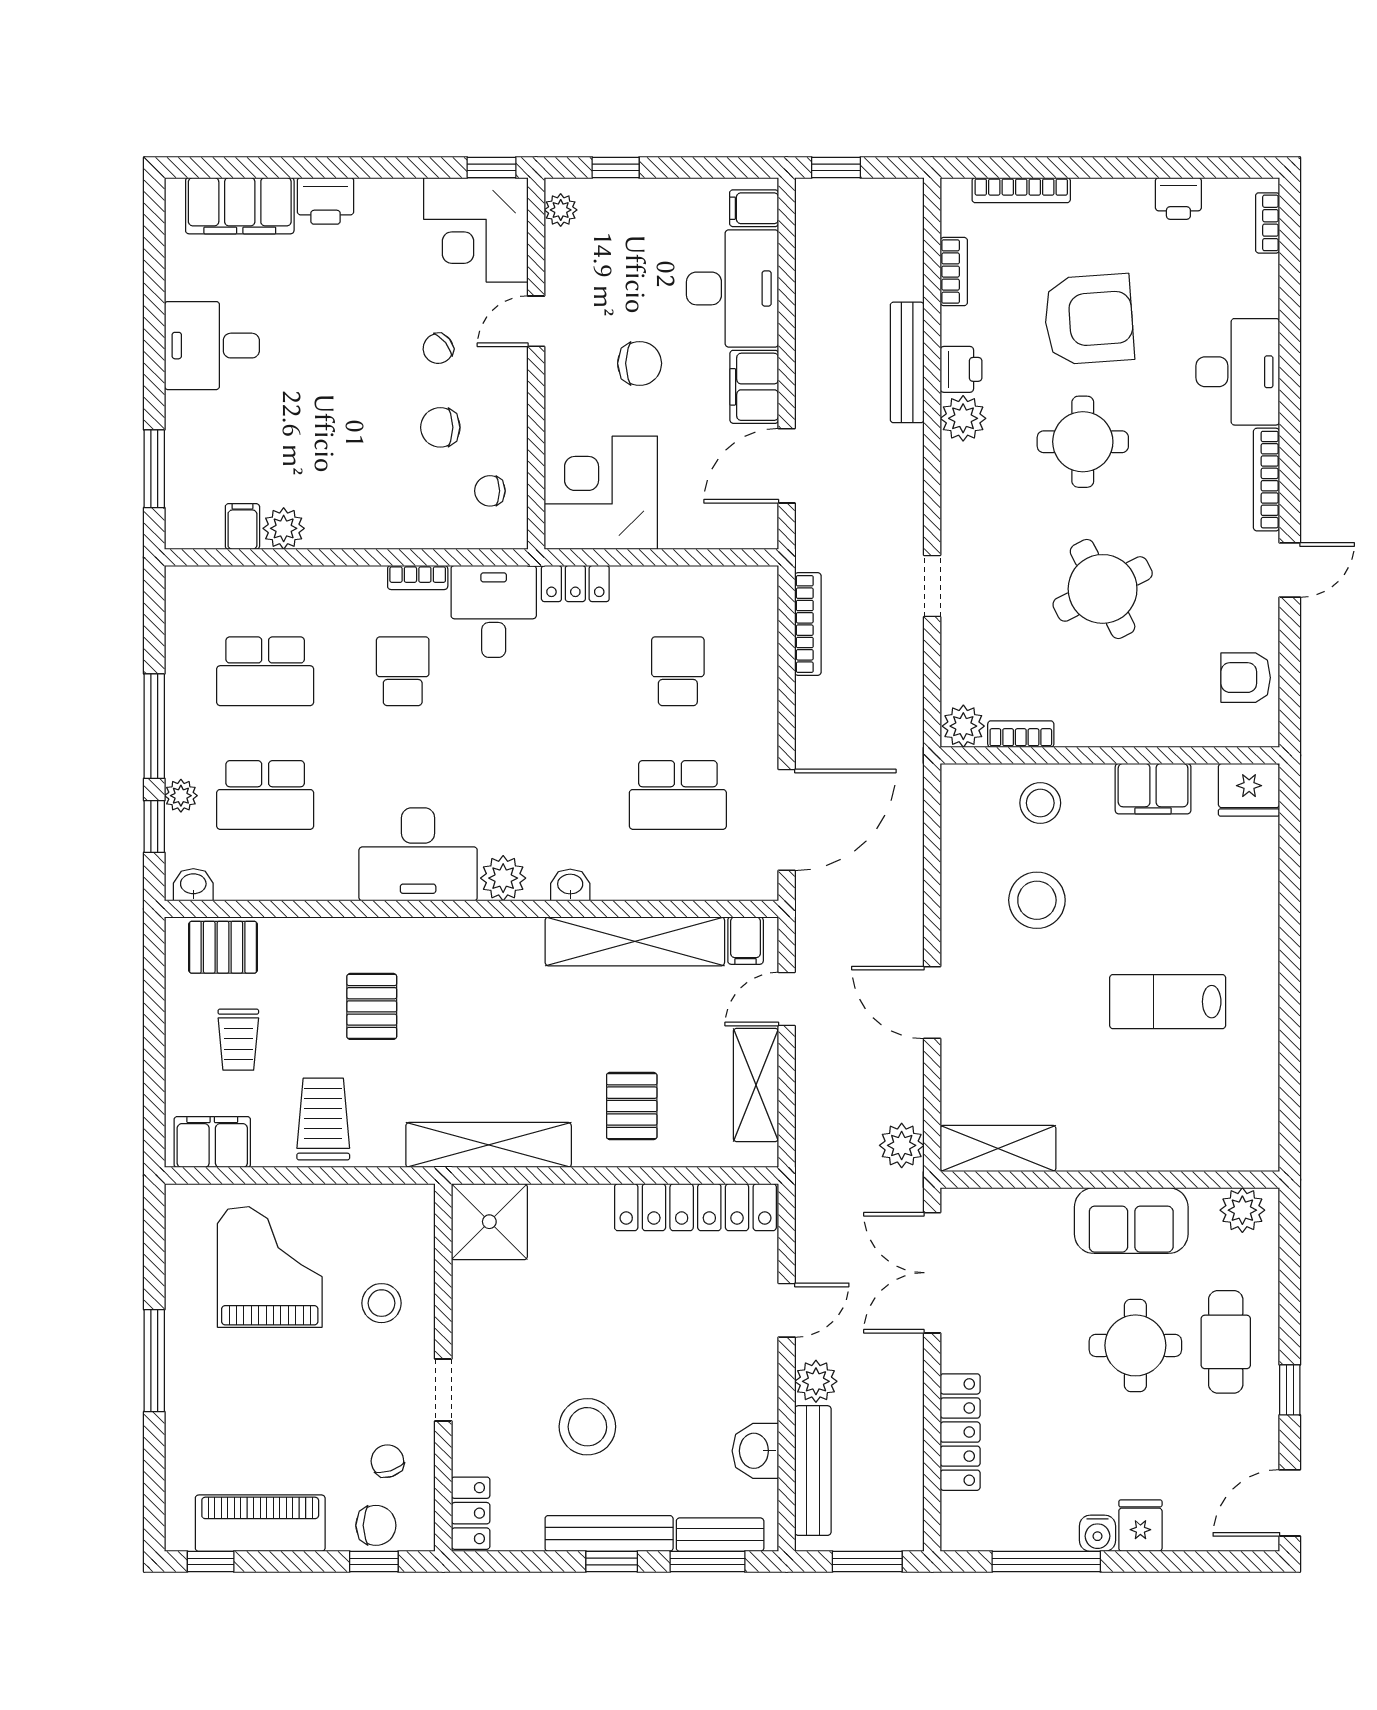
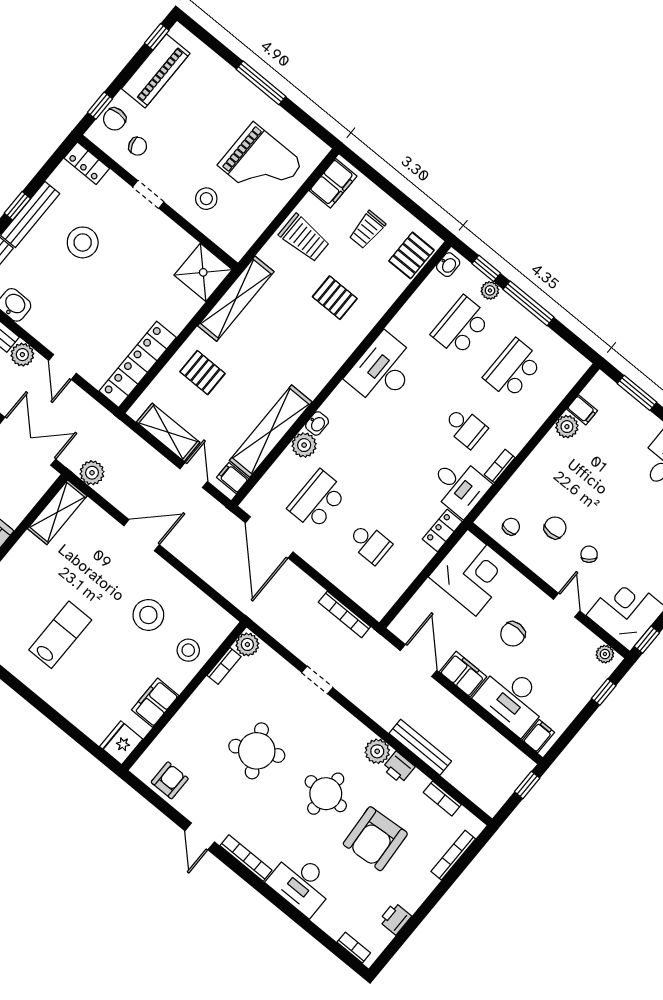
plant: (503, 878) -> (304, 445), moved
trolley: (238, 1040) -> (367, 230), turned -90

